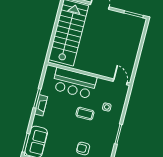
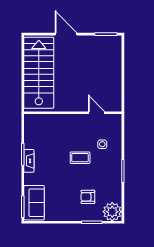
door: (120, 82) -> (96, 113), moved
bar counter: (74, 83) -> (60, 127), removed

